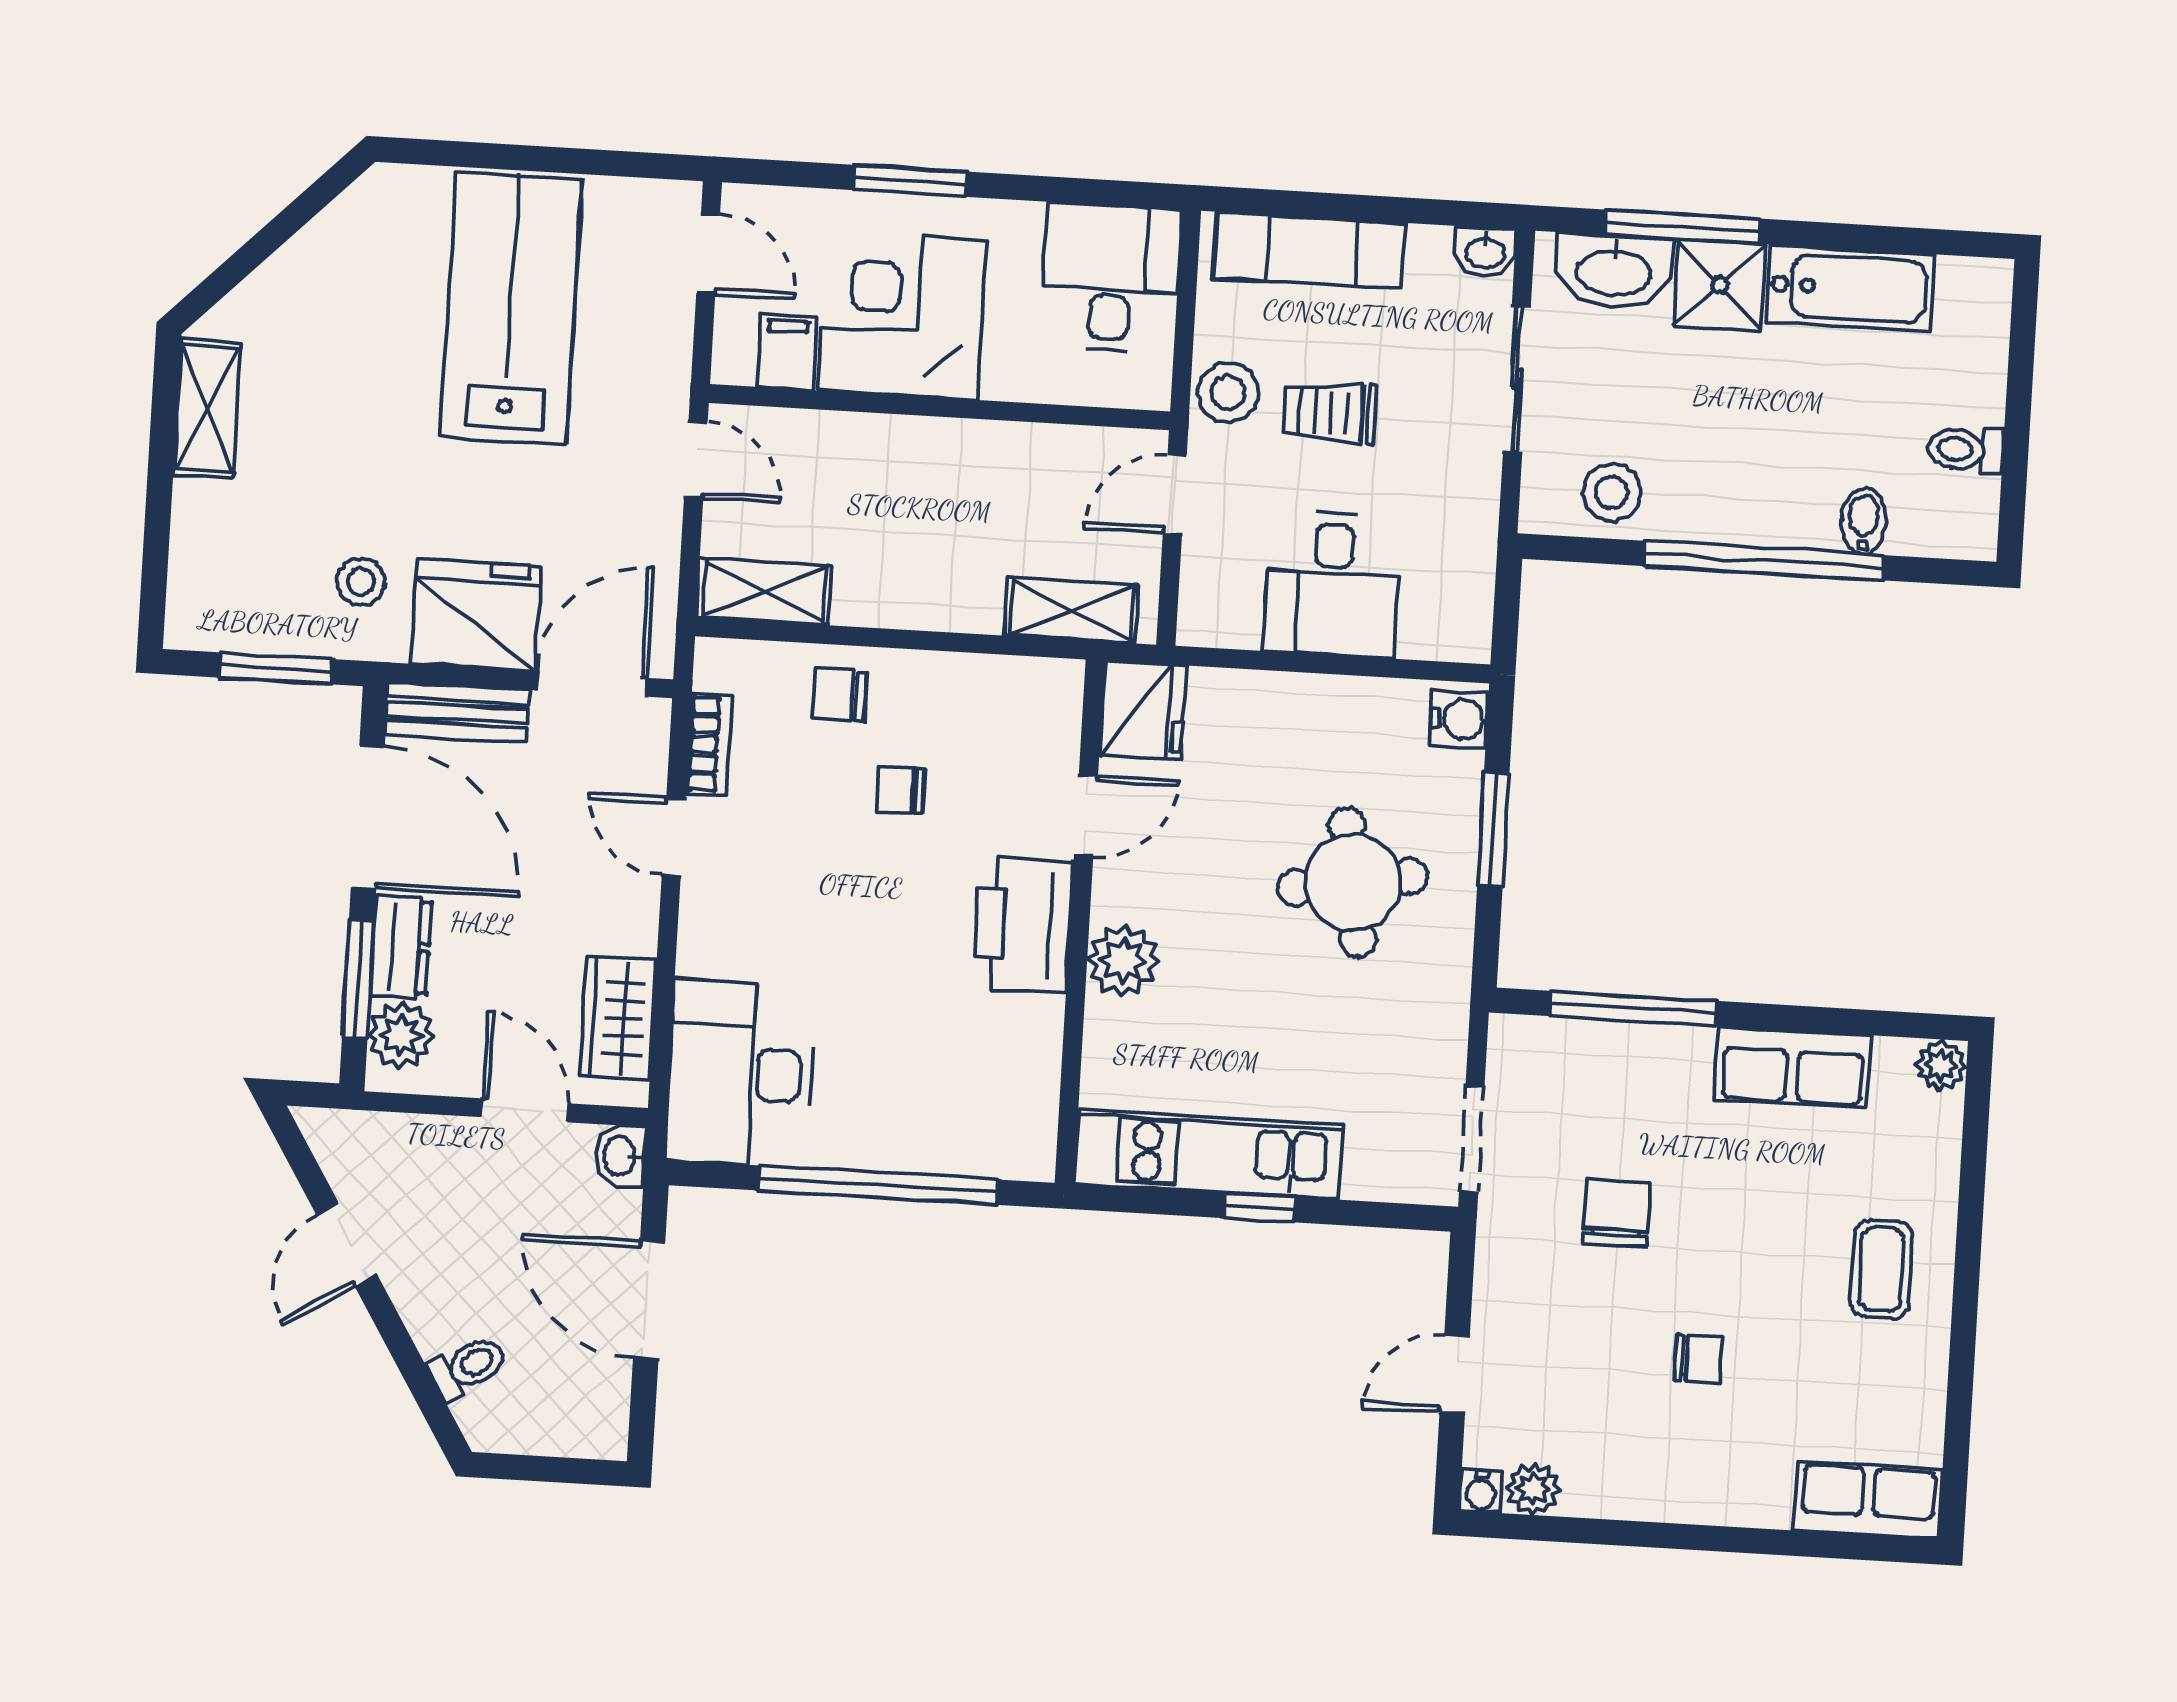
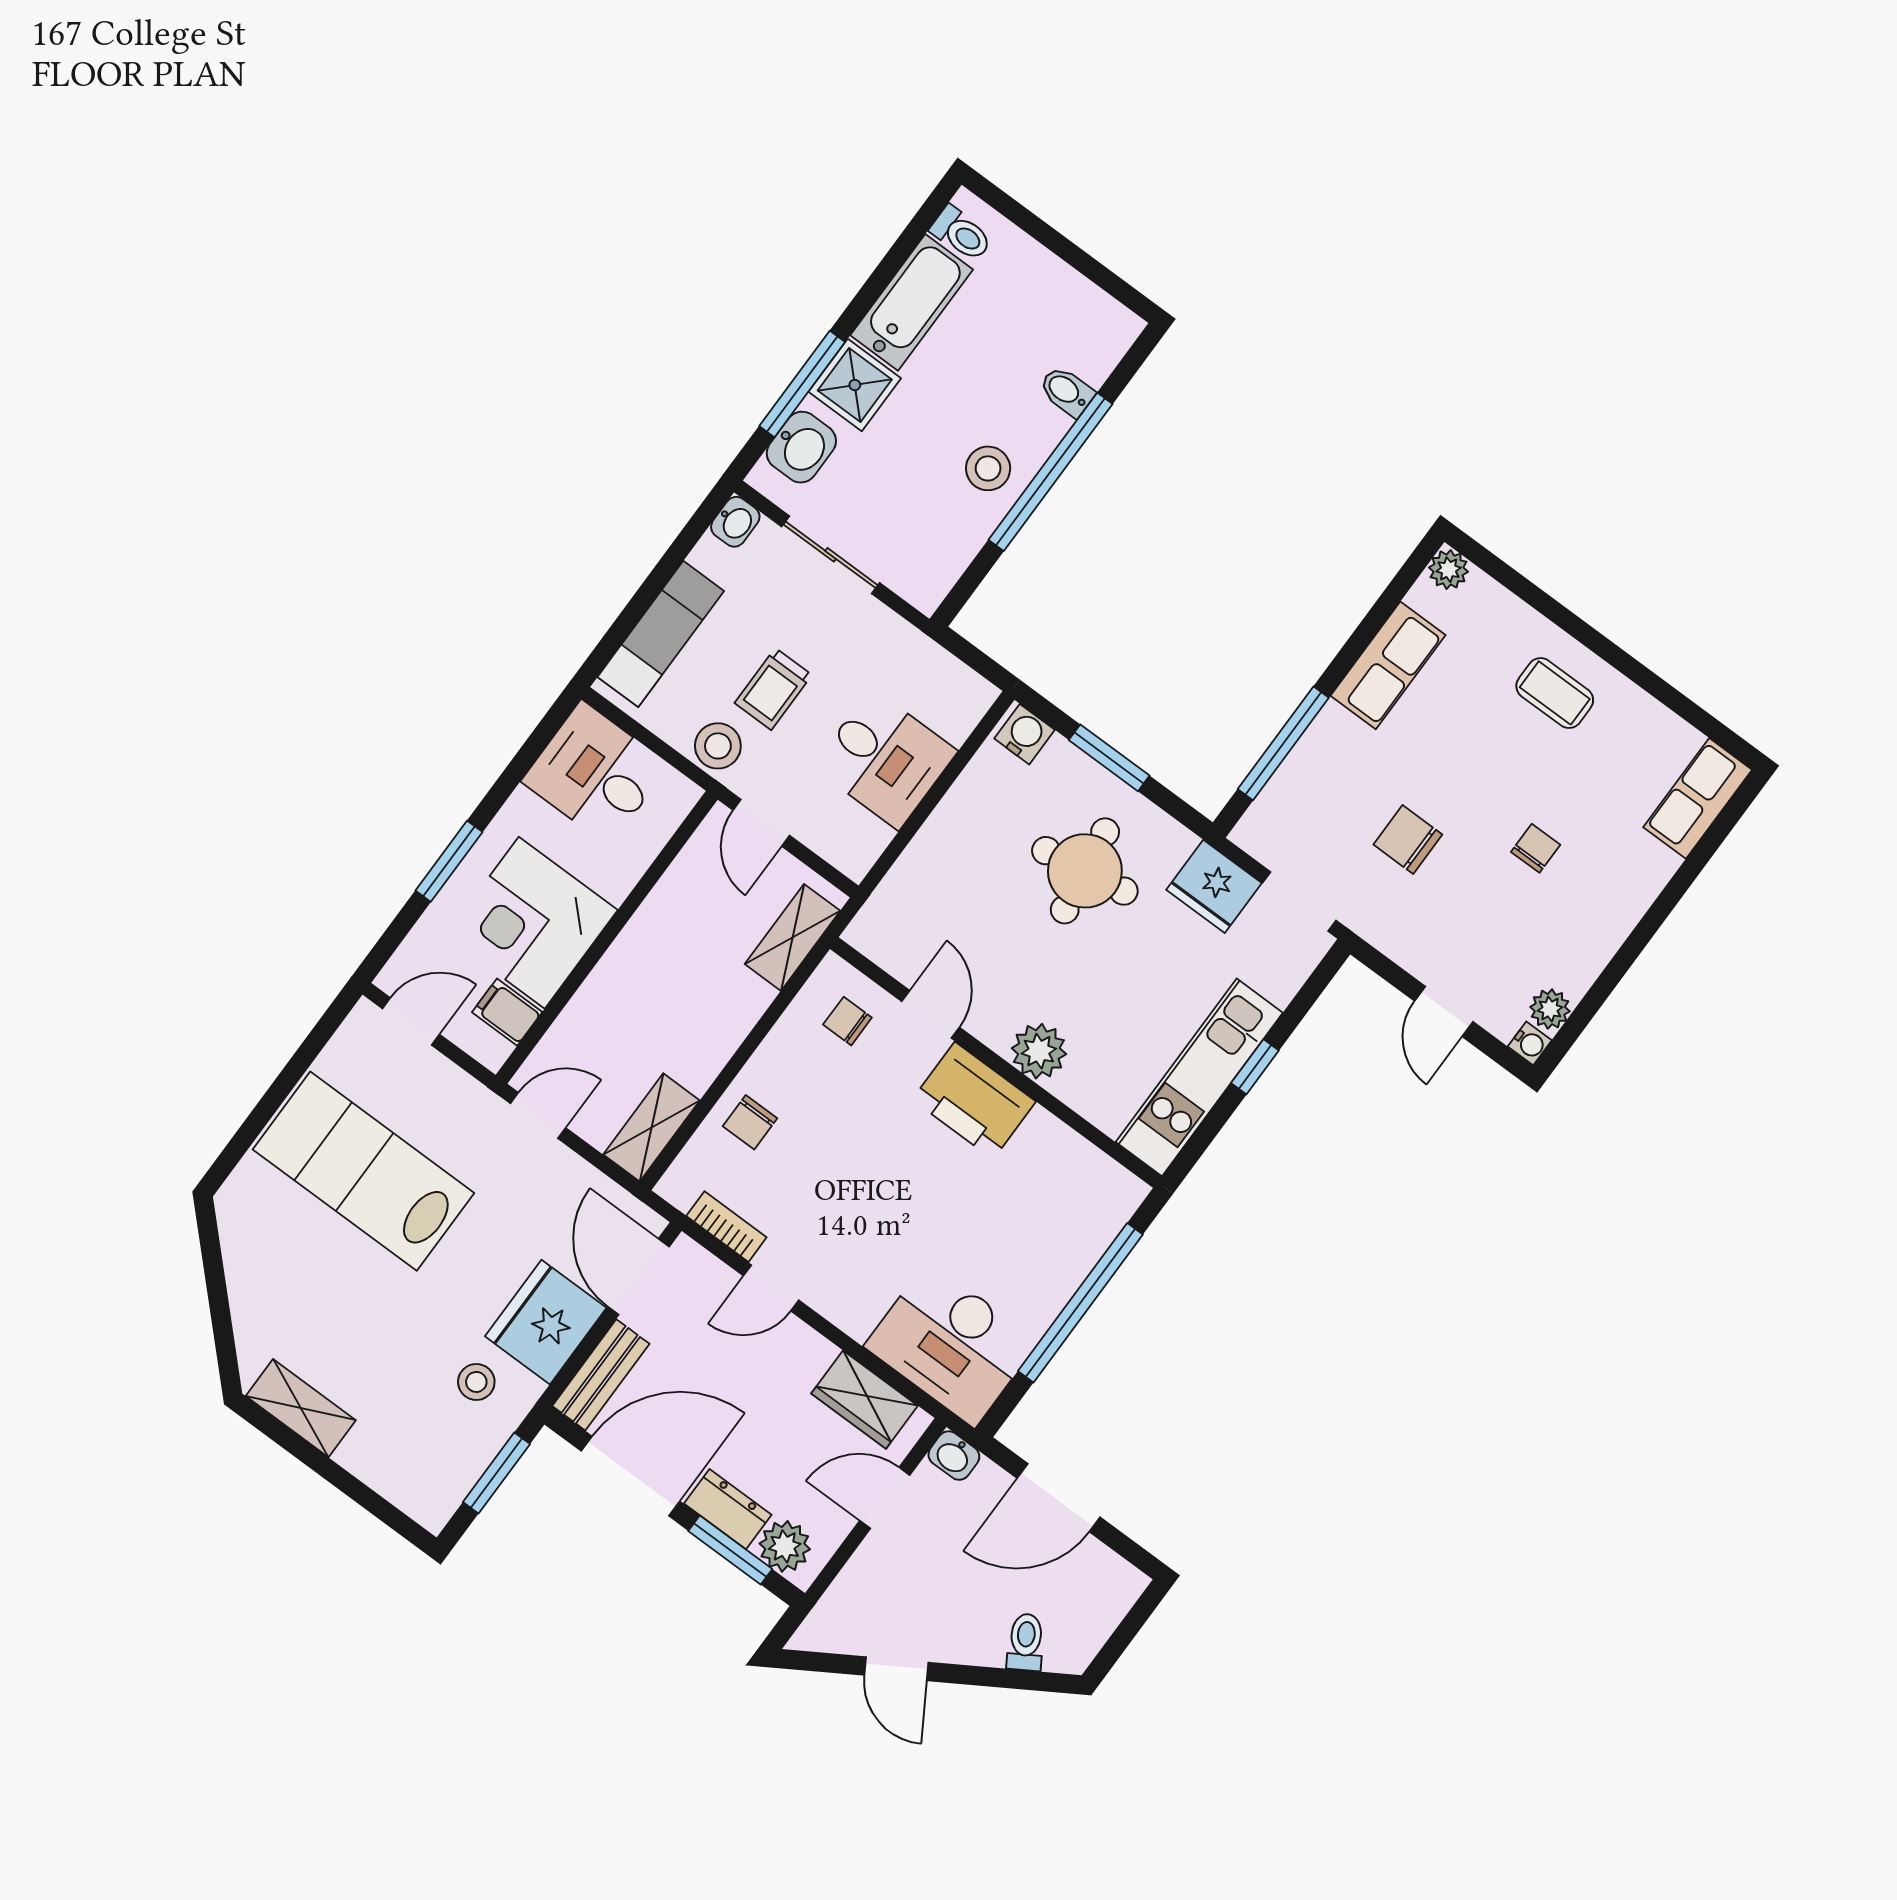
washbasin: (1614, 271) -> (801, 447), width x0.72
toilet: (1965, 449) -> (961, 234), moved, turned -90
stool: (1612, 492) -> (988, 468), moved
fridge: (1143, 710) -> (1214, 886), moved, turned 180
chair: (901, 790) -> (847, 1021), moved, turned 90

